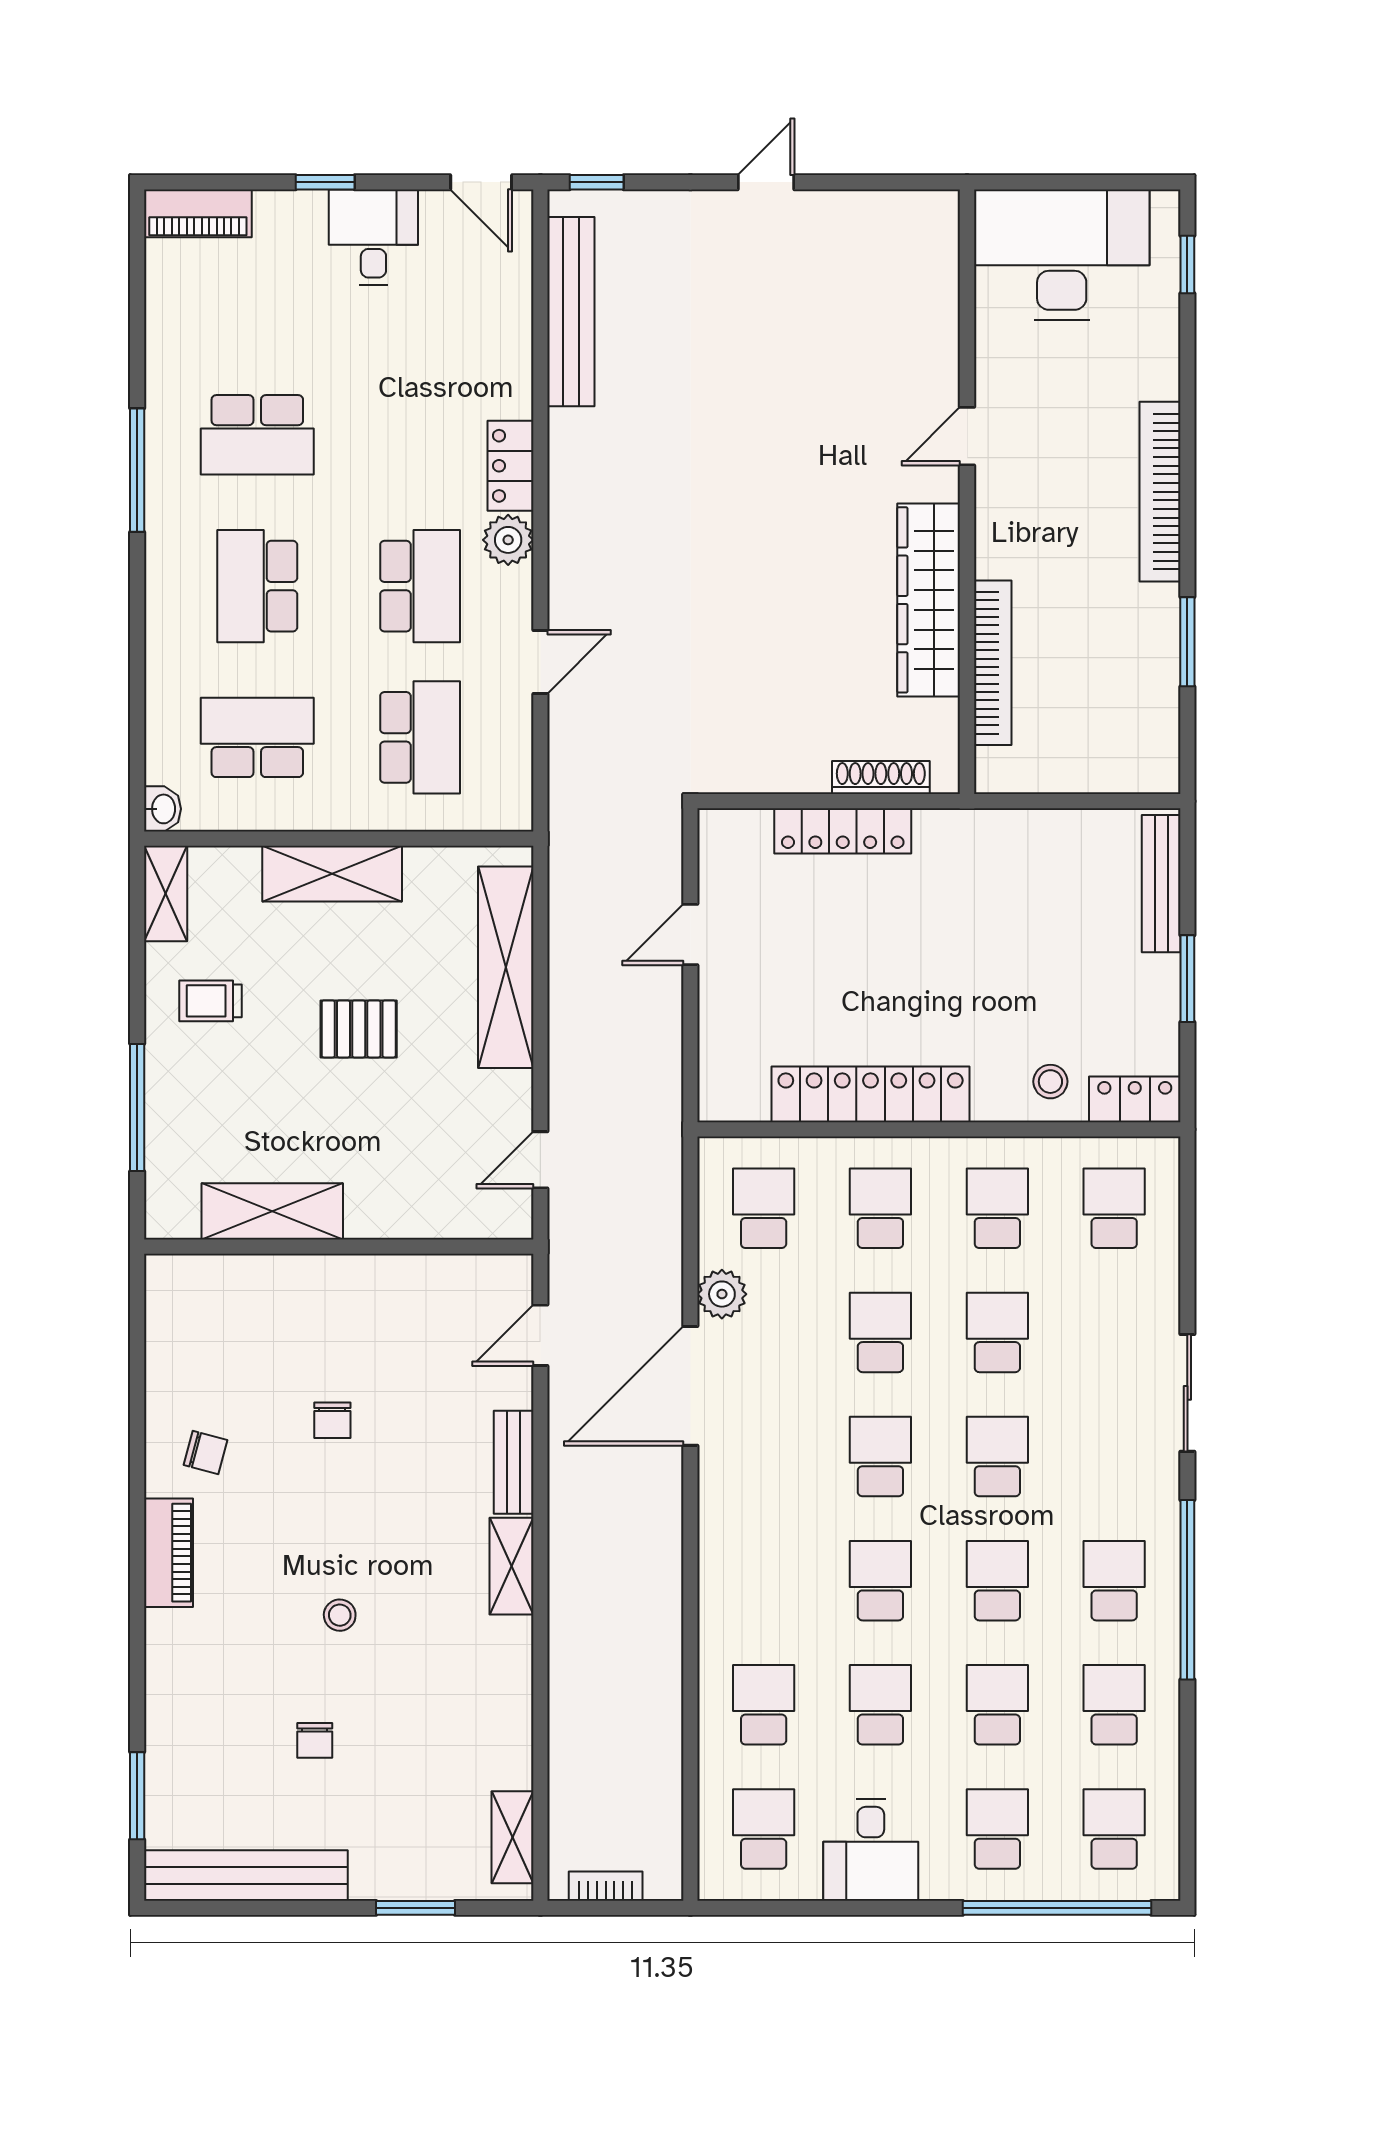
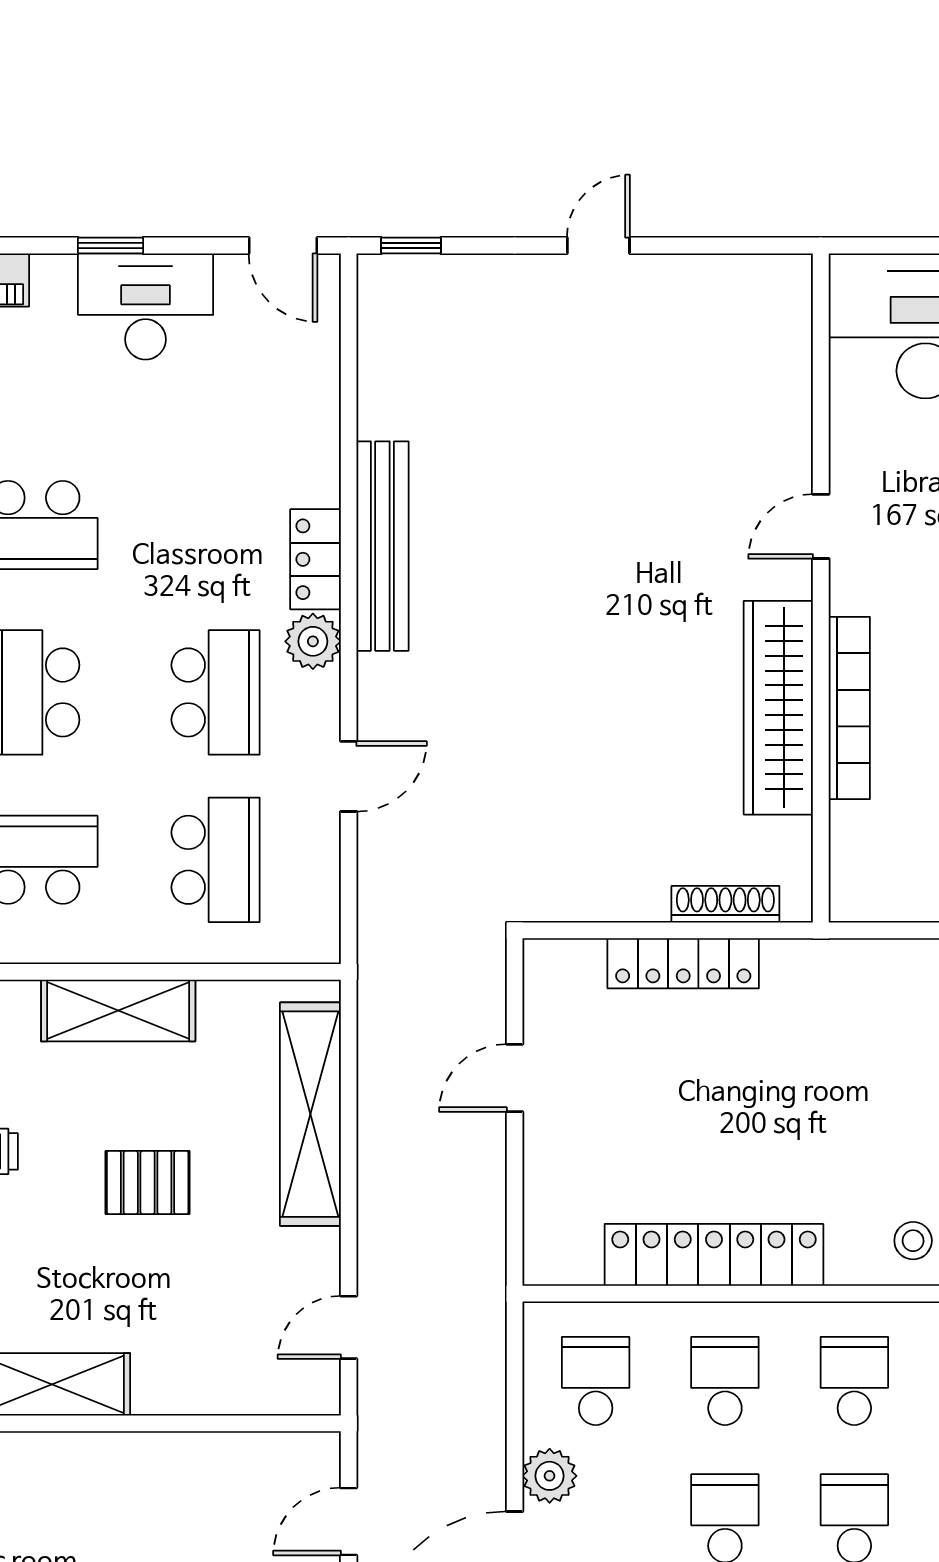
desk: (373, 237) -> (146, 306), width x1.37
bench: (571, 312) -> (382, 546), moved
bookcase: (993, 663) -> (849, 708), moved

